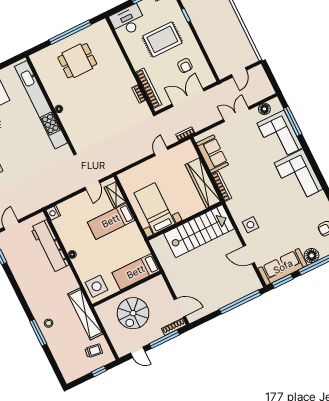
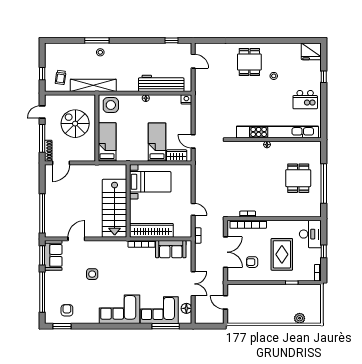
side table: (250, 225) -> (92, 274), moved
floor lamp: (312, 256) -> (51, 288), removed
sofa: (283, 267) -> (53, 255), width x0.73

